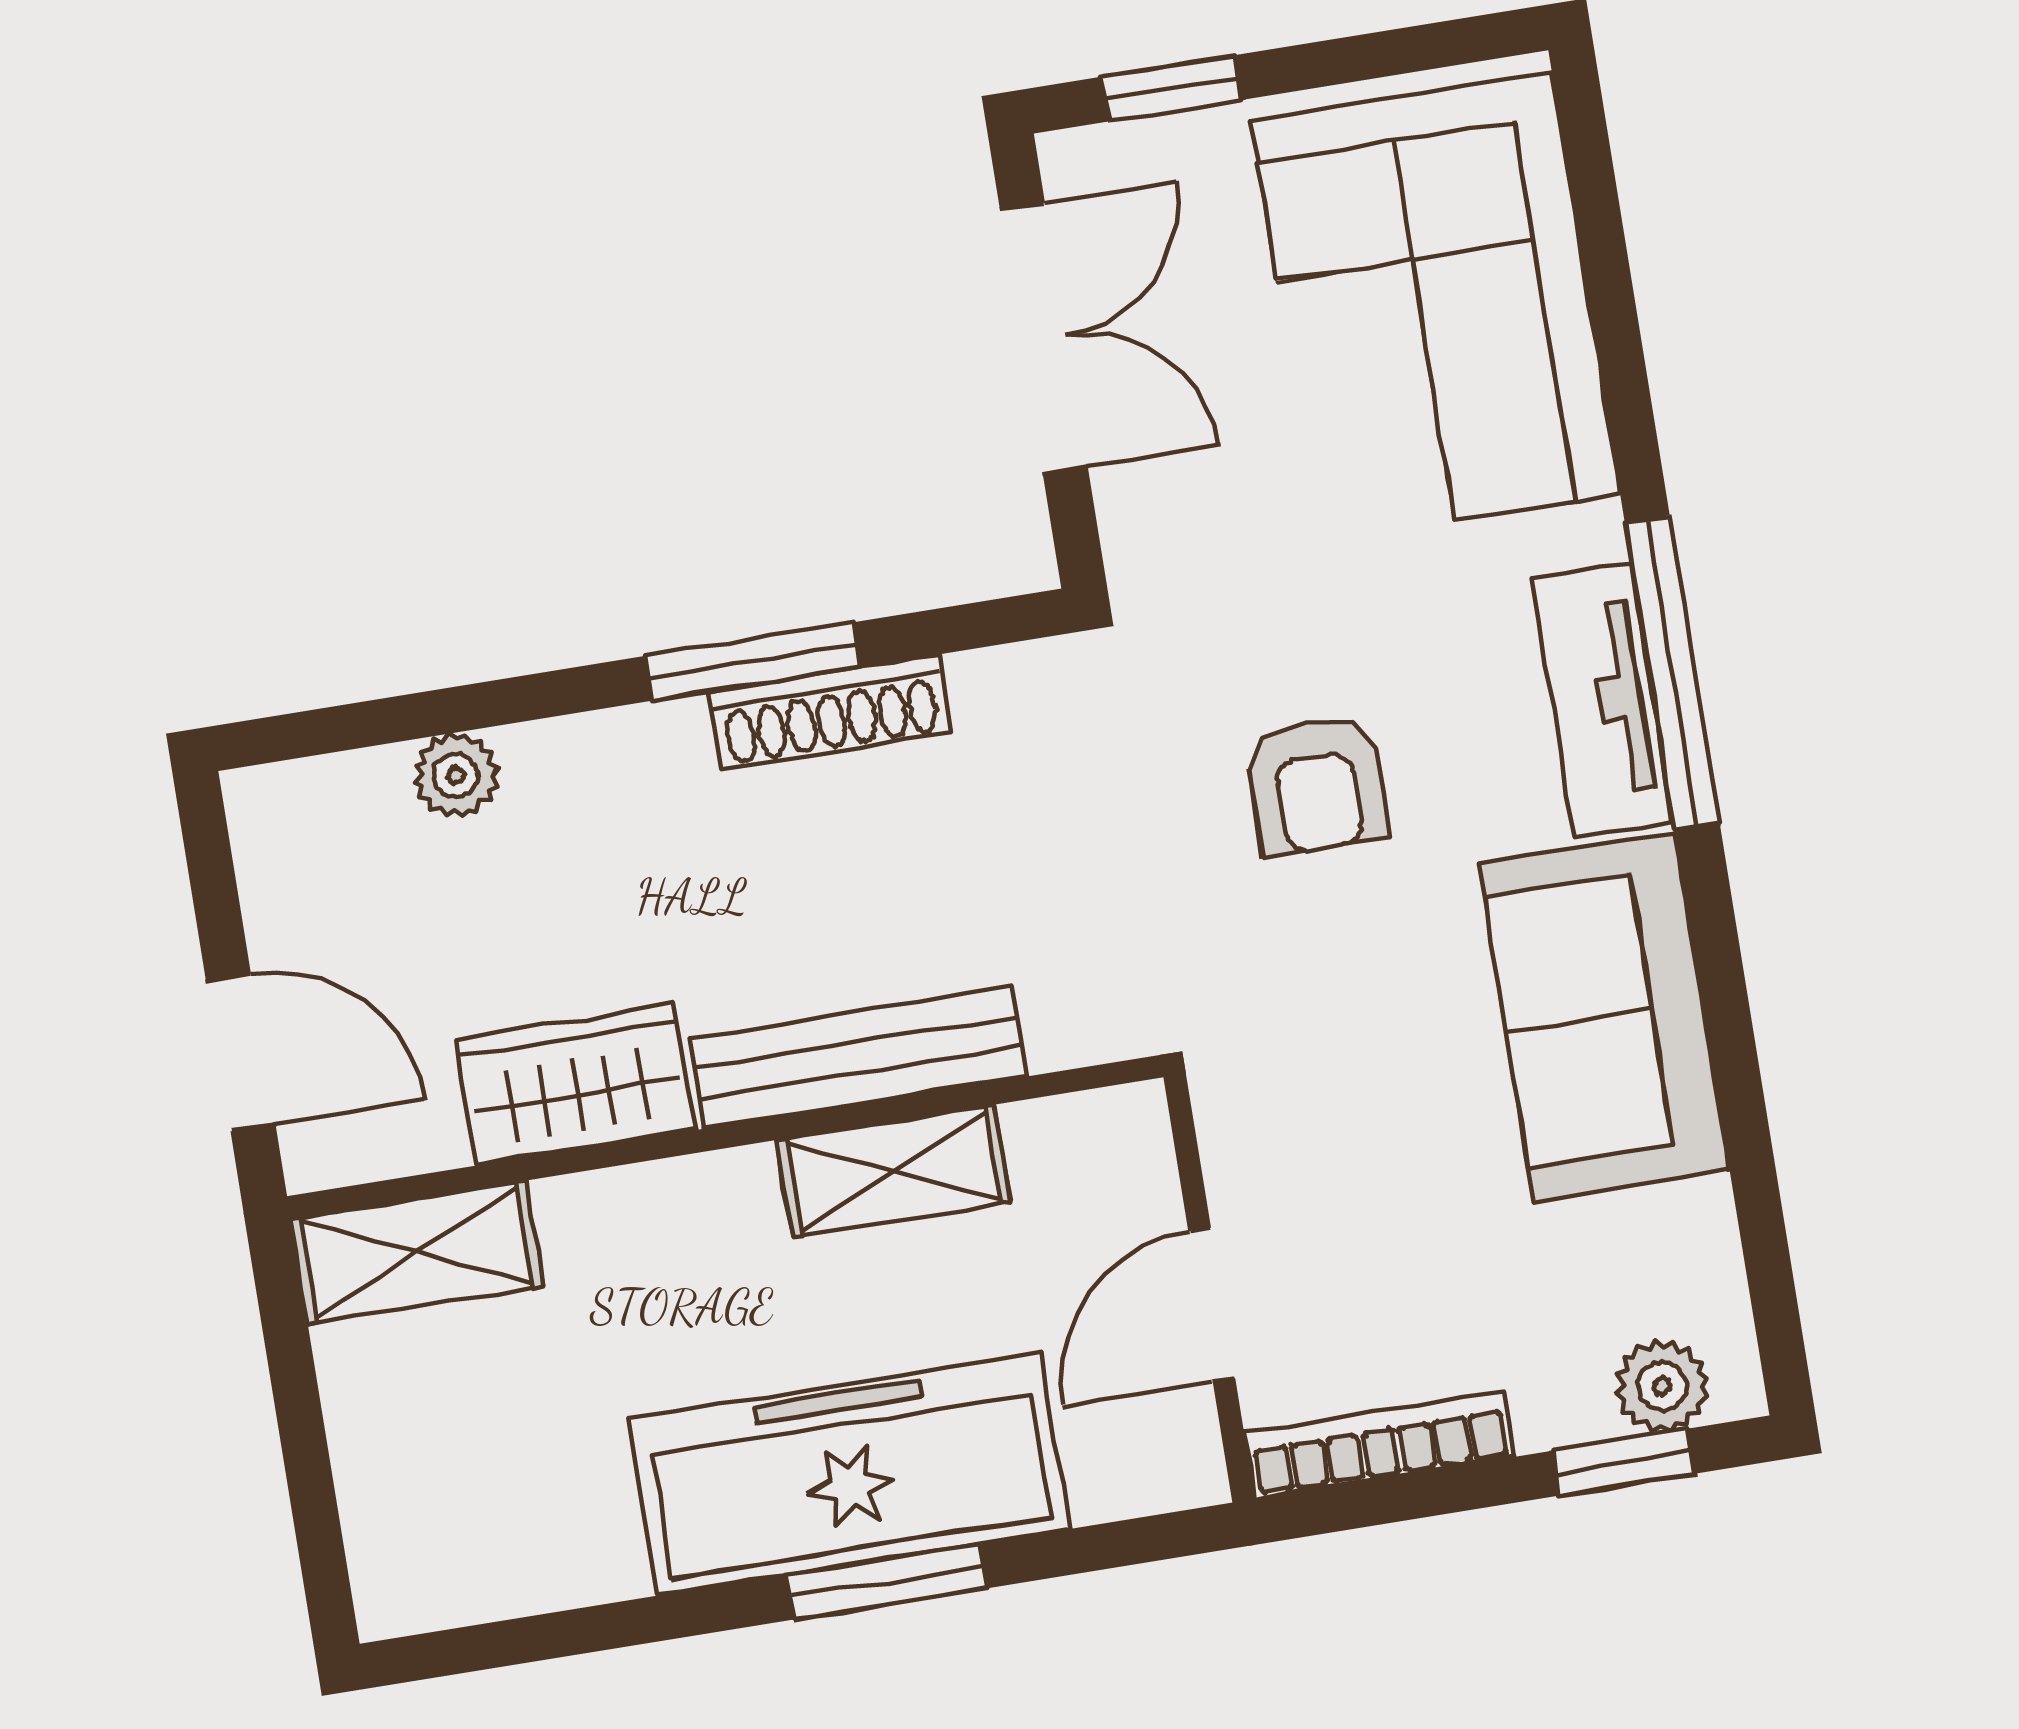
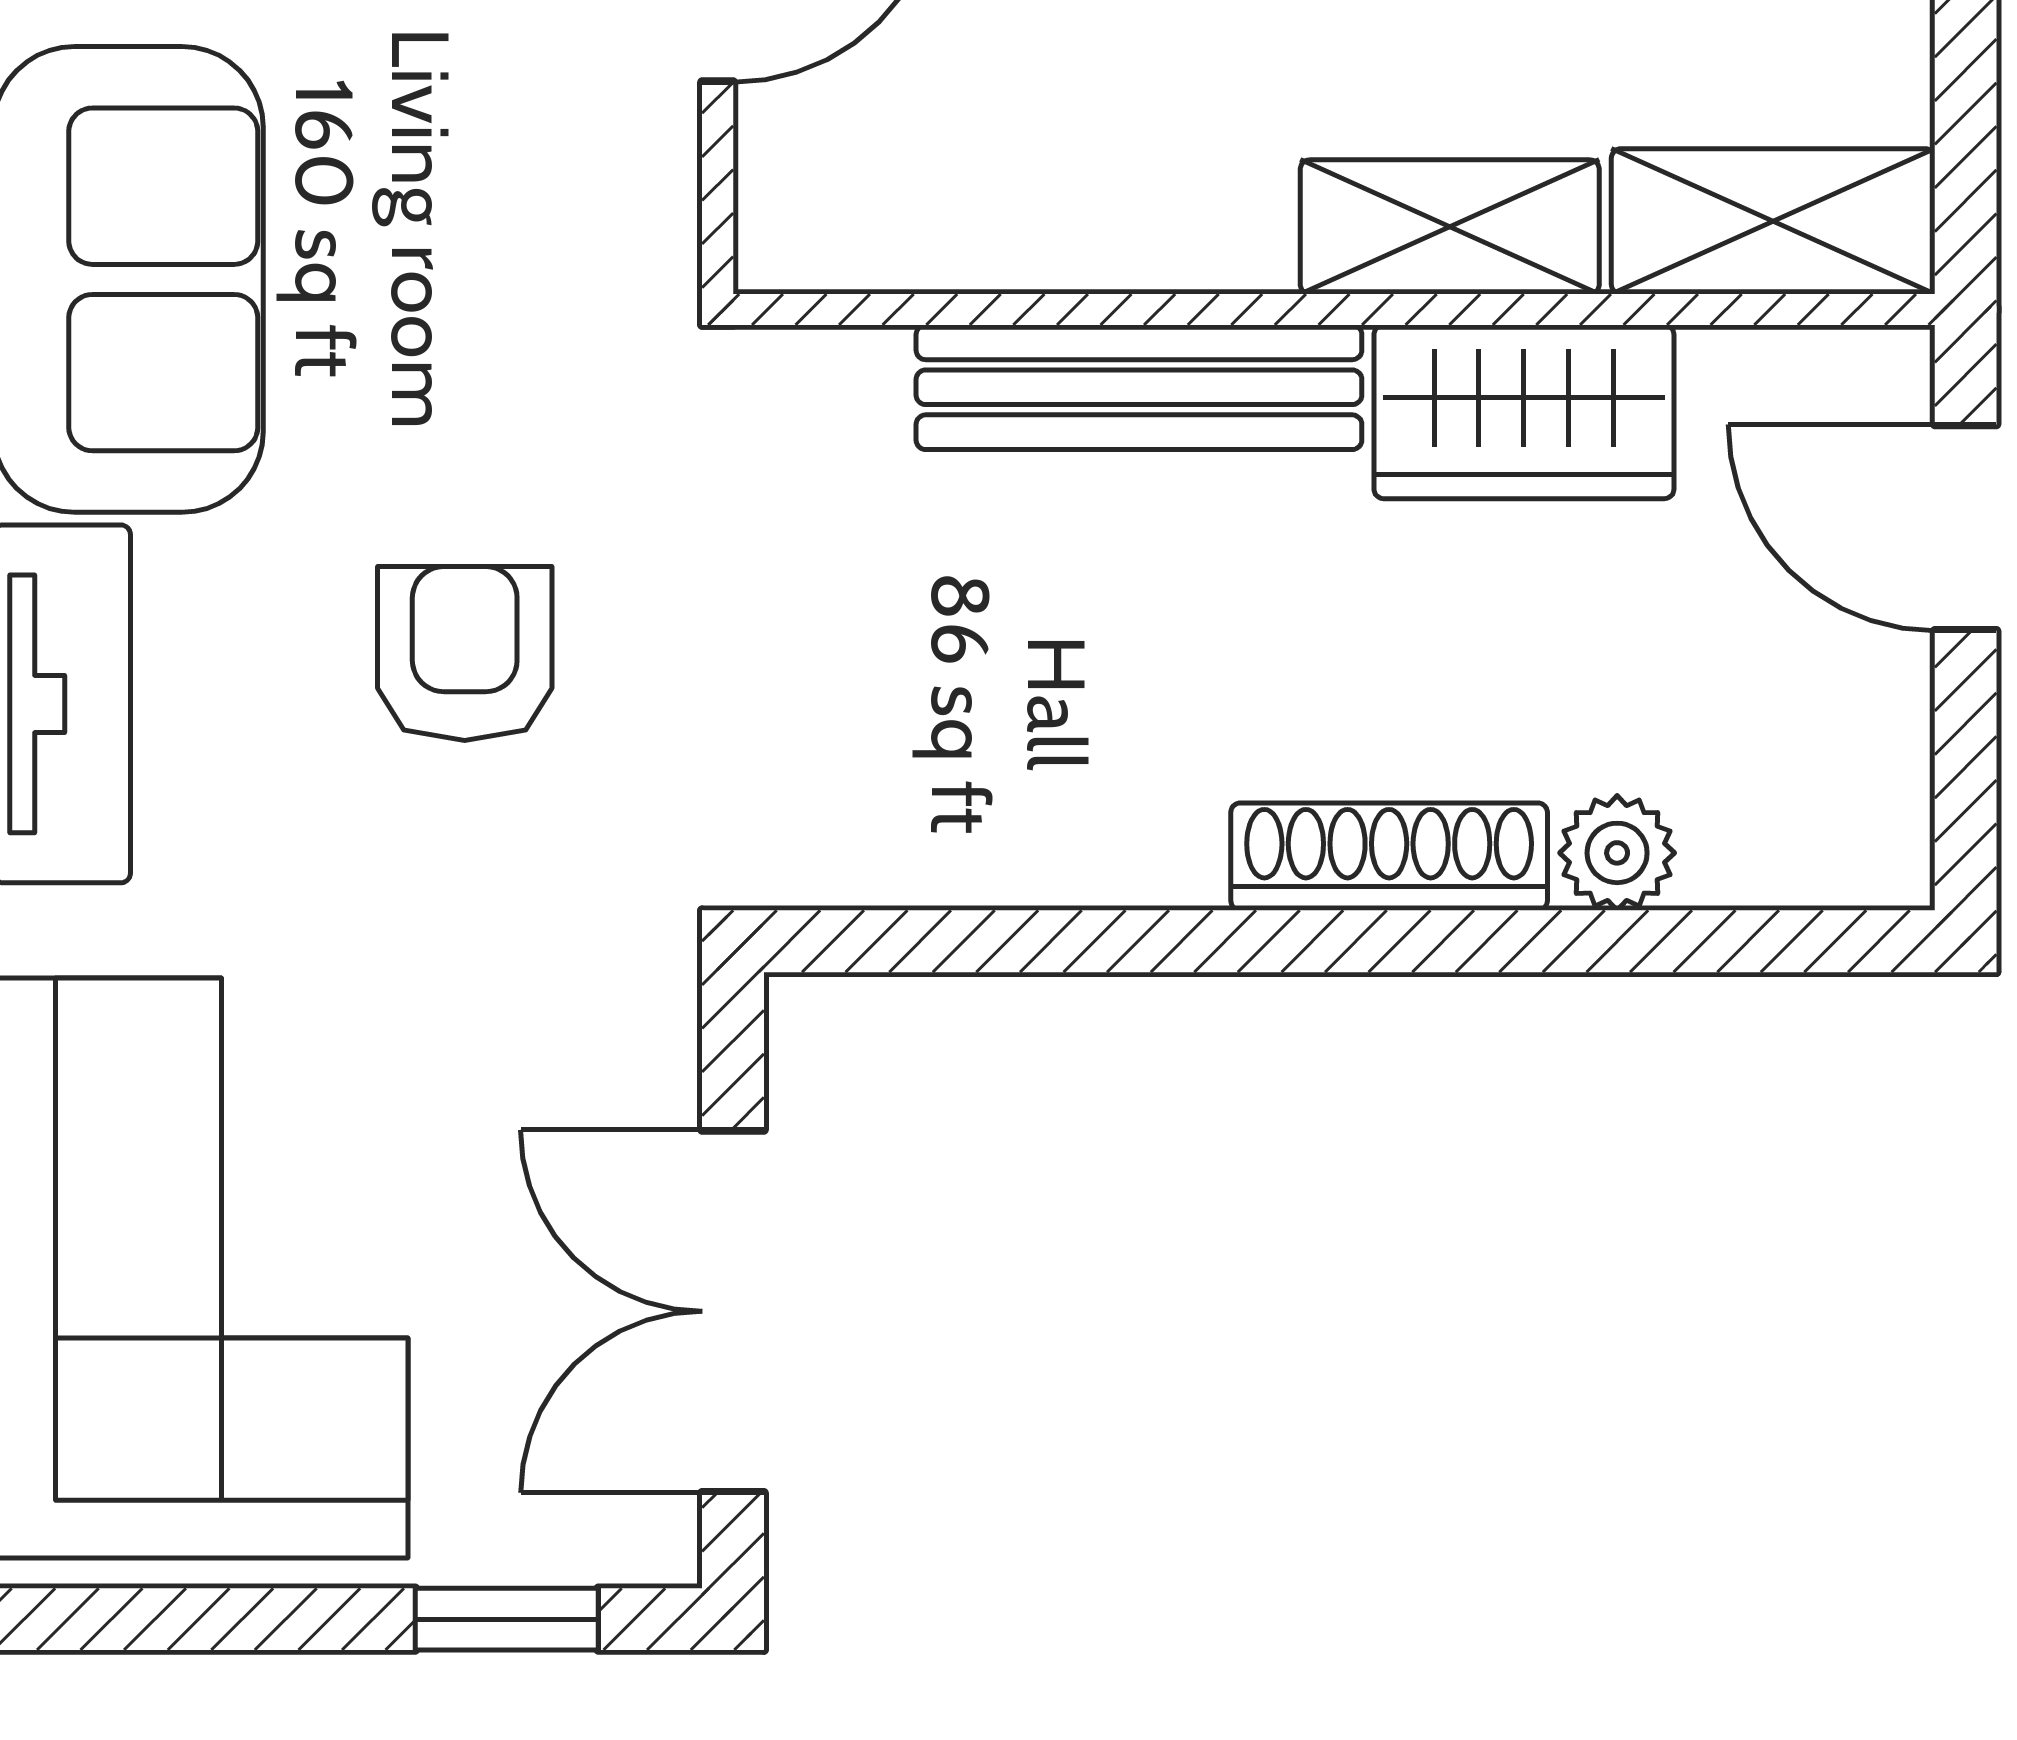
window: (753, 662) -> (1194, 941), removed
shoe rack: (830, 712) -> (1389, 857), moved
shelving: (894, 1171) -> (1450, 227), moved

